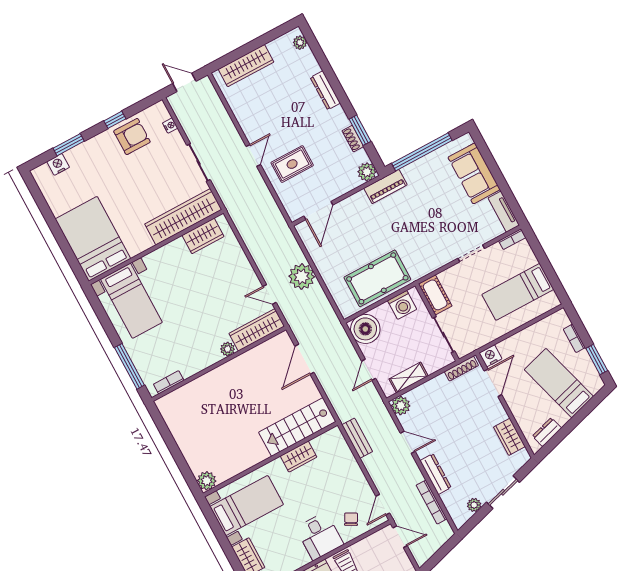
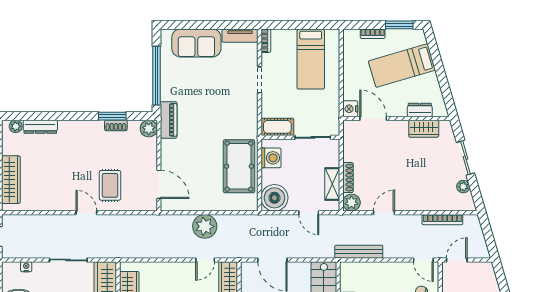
dresser: (325, 90) -> (40, 127), moved
shoe rack: (461, 369) -> (348, 178), moved
dresser: (547, 432) -> (420, 110), moved, turned 106
bench: (357, 438) -> (359, 252), width x1.36
dresser: (435, 474) -> (422, 204), removed

